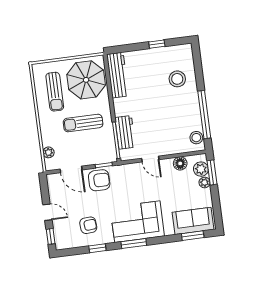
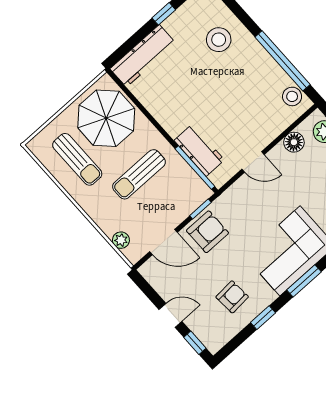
workbench: (118, 75) -> (143, 56), moved, turned 90

